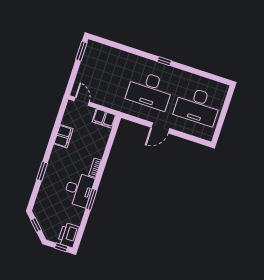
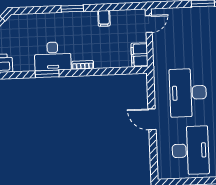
desk: (197, 106) -> (190, 150), turned 180
filing cabinet: (63, 136) -> (104, 18), width x0.50
window: (42, 171) -> (72, 9), moved

